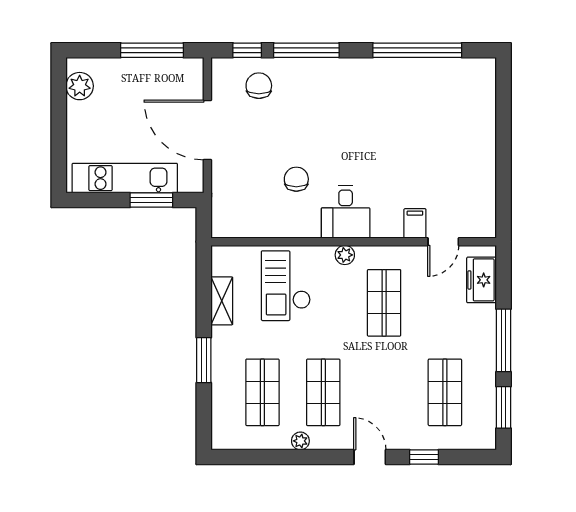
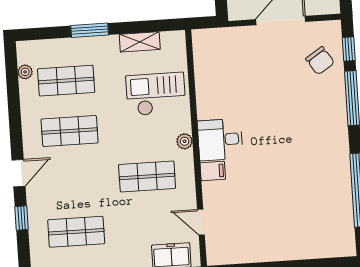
chair: (259, 86) -> (320, 61), turned 57
chair: (296, 179) -> (245, 97), removed
filing cabinet: (415, 223) -> (213, 171), moved
plant: (300, 441) -> (25, 72), moved

